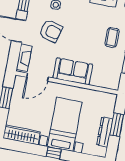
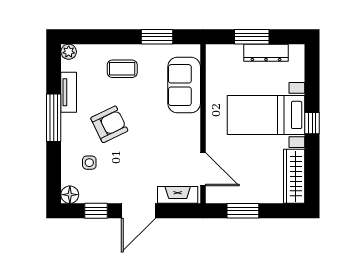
armchair: (51, 31) -> (109, 124), moved, turned 49
sofa: (73, 71) -> (184, 85), moved

